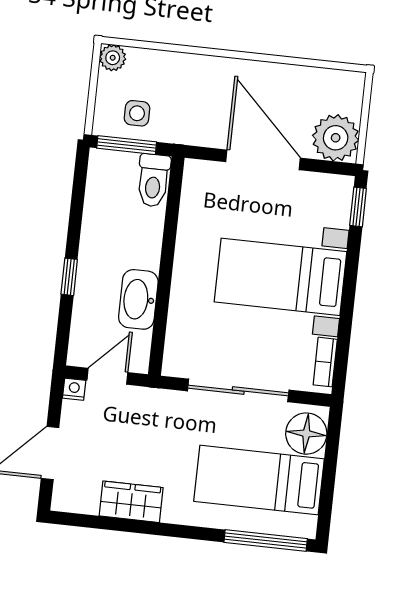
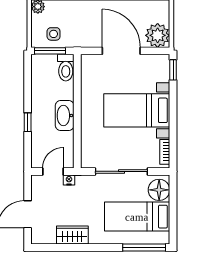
washbasin: (138, 299) -> (65, 116), moved
nightstand: (74, 389) -> (69, 180), moved

